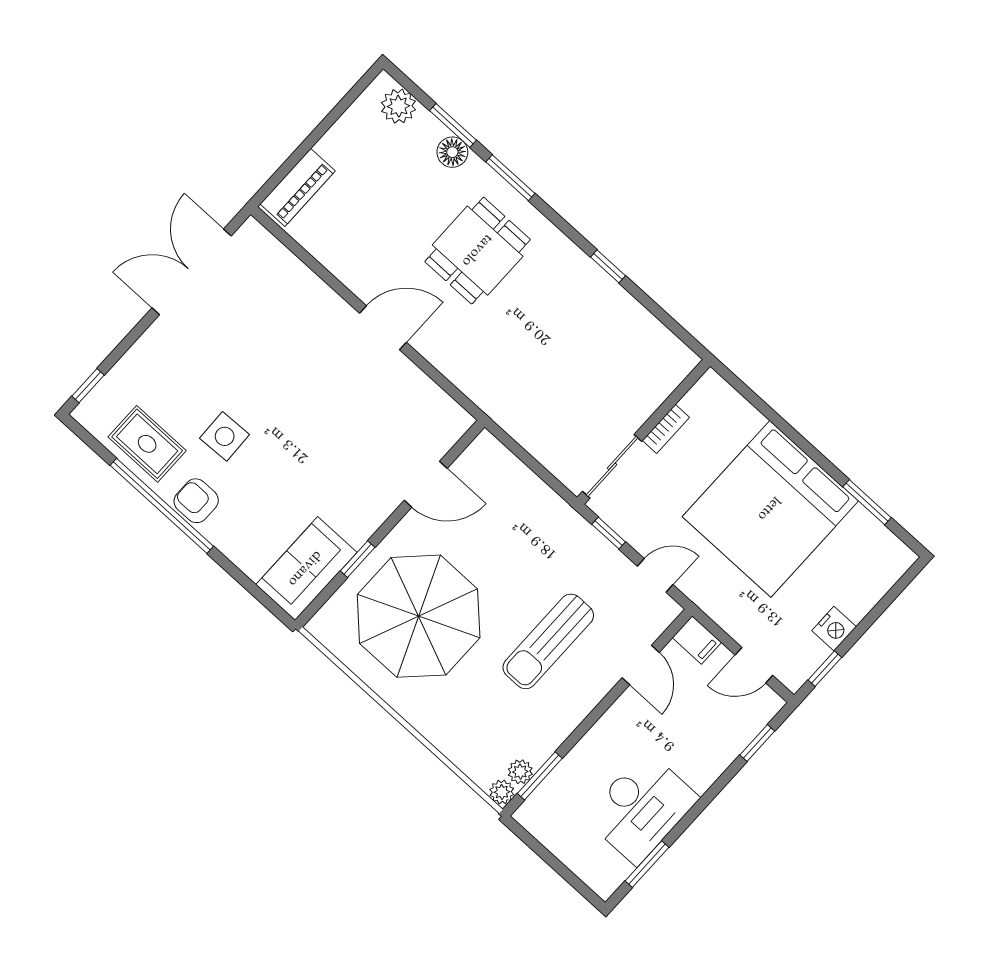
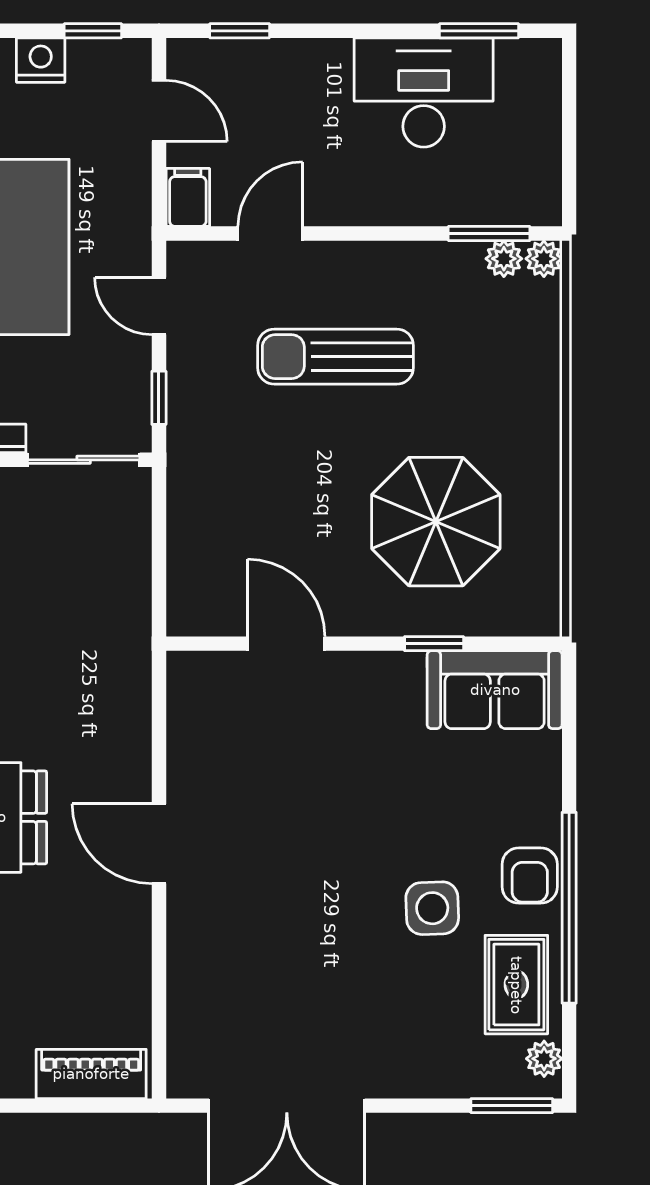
window: (88, 386) -> (512, 1106), width x1.50
plant: (97, 424) -> (544, 1059), added
parasol: (419, 616) -> (436, 522), width x0.73, depth x0.73
sun lounger: (548, 641) -> (335, 357), turned 180

